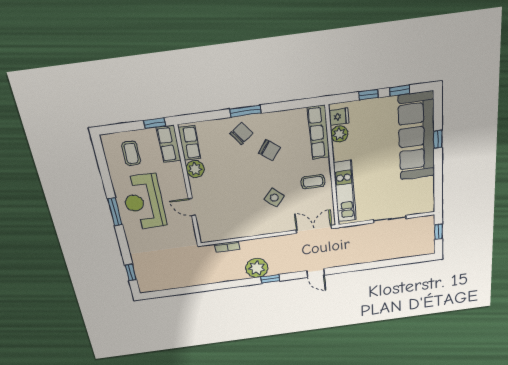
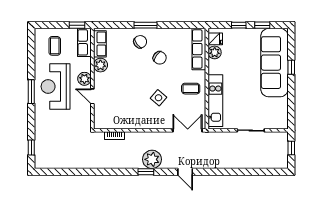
plant: (178, 188) -> (84, 79), added
plant: (257, 268) -> (152, 159), moved

